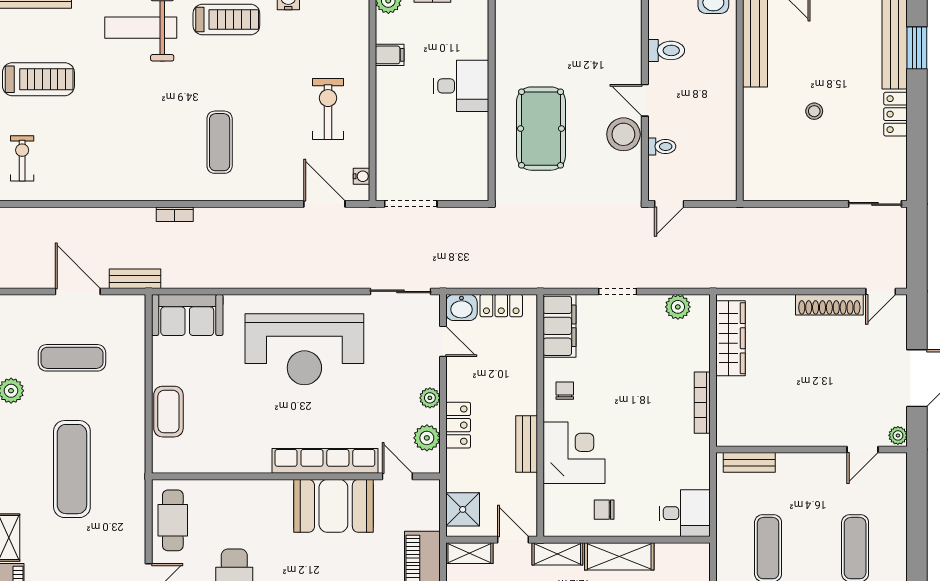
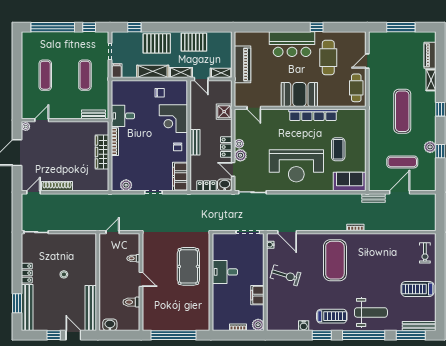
treadmill: (226, 20) -> (332, 316), turned 180
filing cabinet: (390, 55) -> (257, 295), width x2.00
desk: (461, 86) -> (225, 272), moved
exercise bike: (328, 109) -> (286, 275), turned -73
stool: (623, 134) -> (151, 264), removed
exercise mat: (220, 142) -> (335, 260), width x2.00, depth x1.45
door: (669, 204) -> (113, 232), moved
door: (78, 291) -> (400, 192), swing flipped
wardrobe: (731, 338) -> (102, 152), moved
reception desk: (304, 349) -> (296, 166), turned 180
coffee table: (168, 412) -> (338, 149), moved
locker: (458, 425) -> (226, 147), moved
plant: (427, 438) -> (240, 155), moved
bench: (527, 444) -> (195, 142), moved
row of seats: (325, 461) -> (313, 115), moved
booth: (333, 506) -> (299, 94), moved
shower: (463, 509) -> (224, 112), moved
desk: (685, 513) -> (123, 116), moved
filing cabinet: (698, 558) -> (117, 71), added

